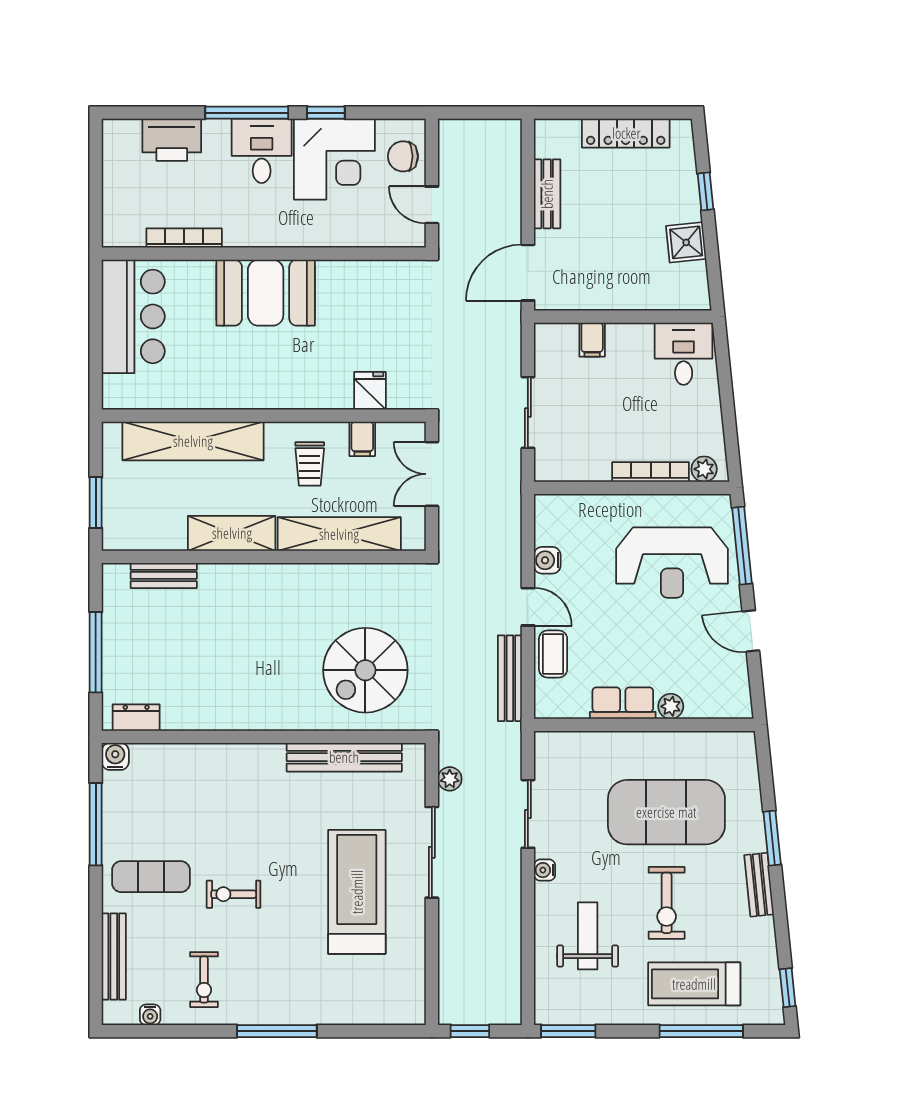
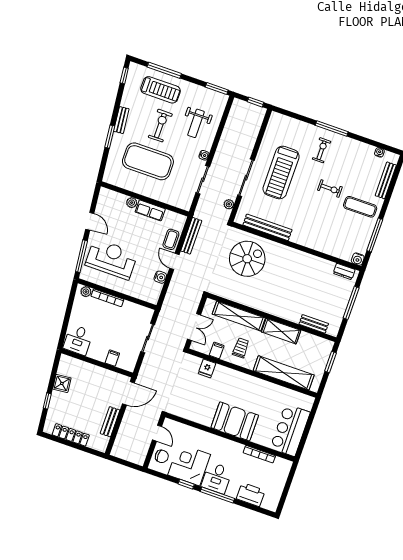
exercise bike: (204, 980) -> (322, 150), moved

